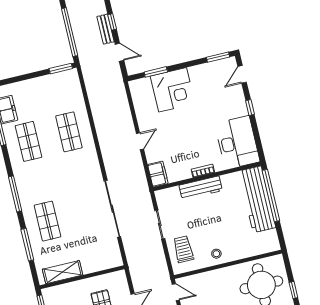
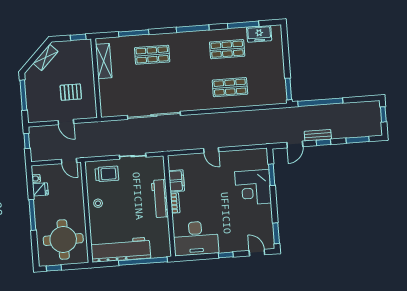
filing cabinet: (158, 174) -> (177, 181), moved, turned -90
window: (15, 194) -> (193, 29), moved
workbench: (257, 199) -> (121, 250), moved
door: (176, 292) -> (69, 161), hinge flipped

